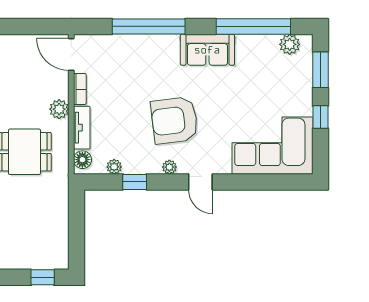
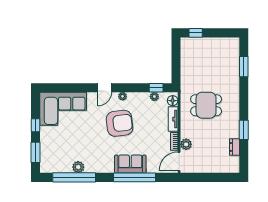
plant: (290, 44) -> (78, 167), moved
sofa: (207, 50) -> (130, 164), moved
door: (71, 54) -> (179, 161), swing flipped
plant: (59, 109) -> (186, 144), moved
window: (135, 182) -> (156, 88), moved
door: (200, 182) -> (105, 88), swing flipped

